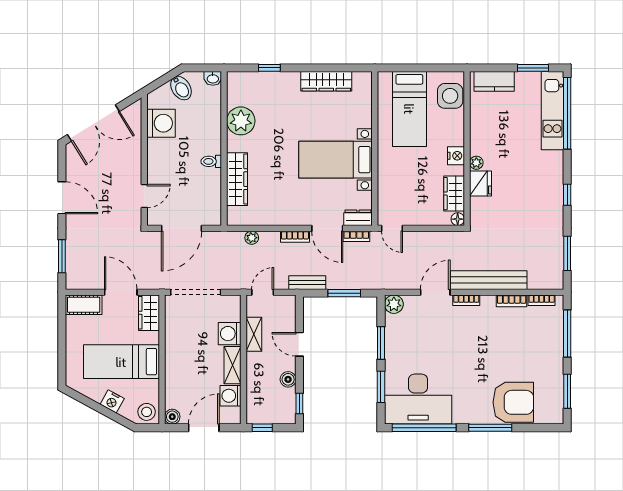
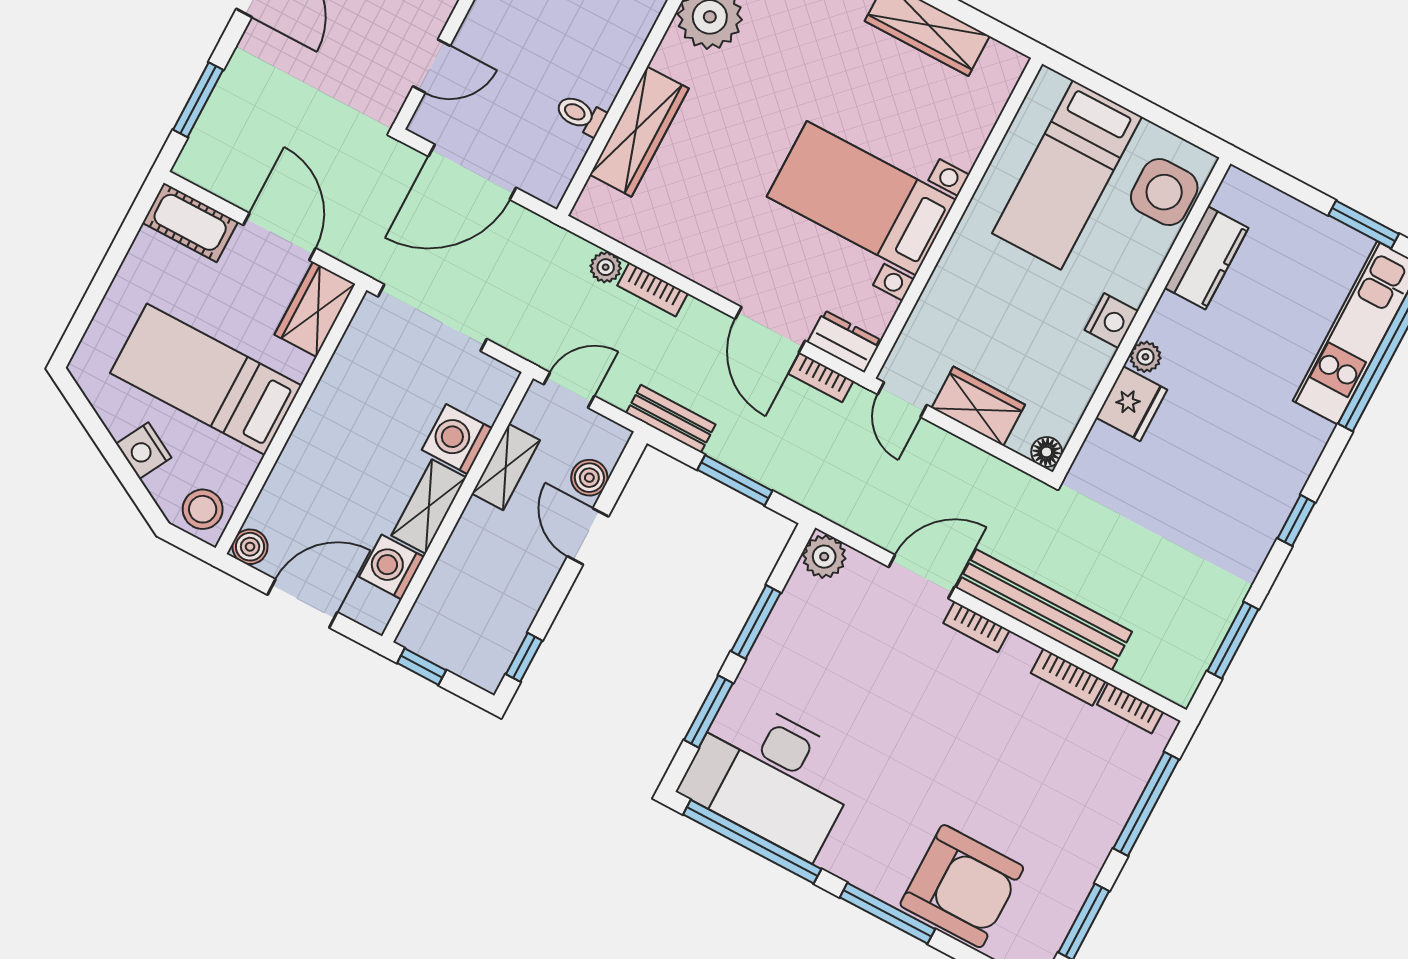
kitchen counter: (494, 81) -> (1206, 258), moved, turned -90
toilet: (211, 161) -> (581, 115), moved
wardrobe: (454, 194) -> (978, 406), moved, turned 90
bookcase: (295, 237) -> (653, 289), moved
boiler: (288, 379) -> (589, 478), moved

